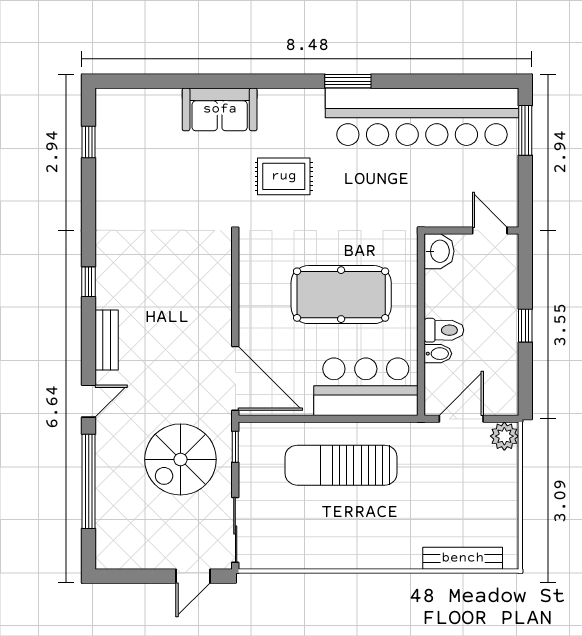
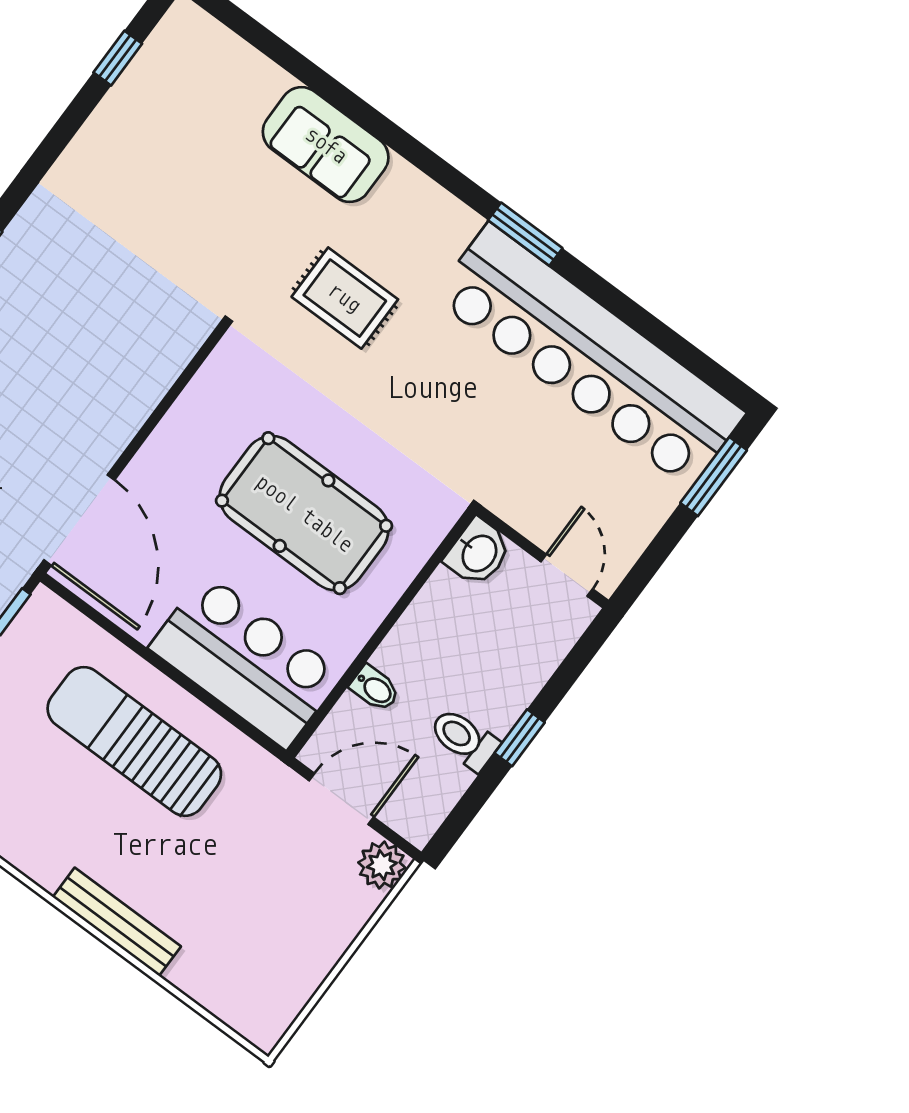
toilet: (444, 330) -> (464, 739), moved, turned 180
bench: (463, 558) -> (117, 922), moved

